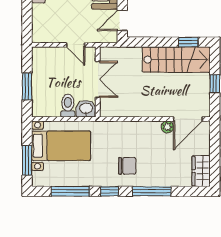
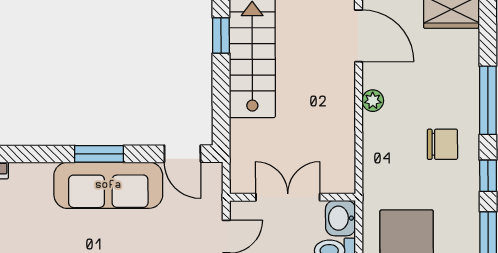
plant: (167, 127) -> (373, 101), moved
chair: (127, 166) -> (442, 144), turned 90

